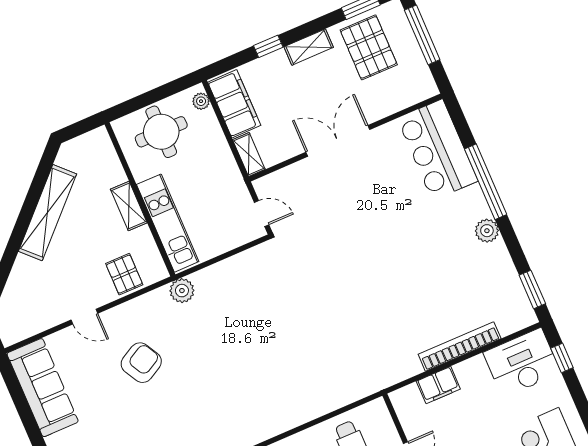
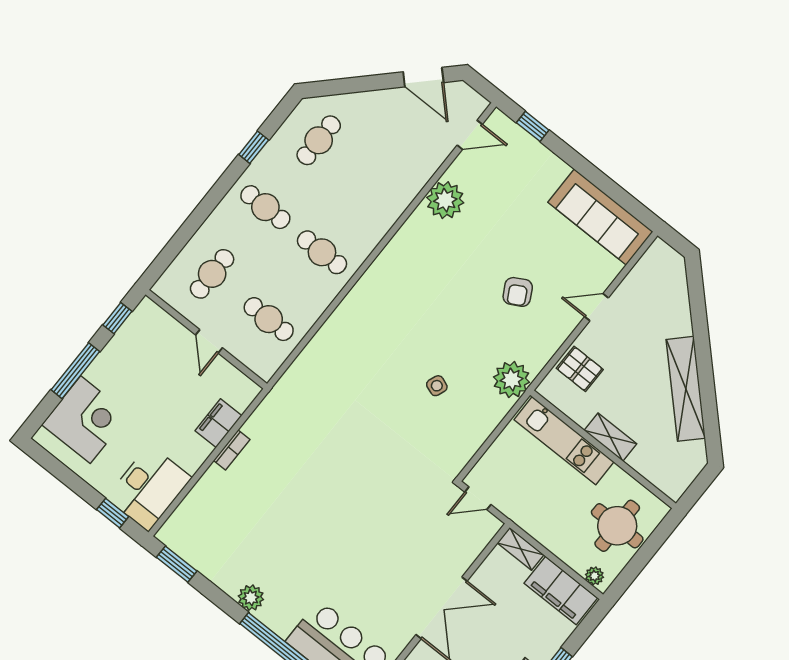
plant: (182, 291) -> (512, 380), width x1.36, depth x1.36
side table: (246, 322) -> (437, 386), added
bookcase: (460, 346) -> (232, 450), width x0.43, depth x0.76
armchair: (141, 363) -> (518, 292), width x0.72, depth x0.72

